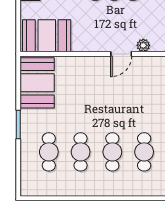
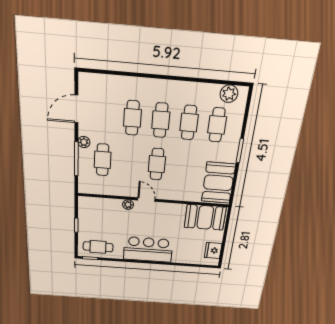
door: (121, 54) -> (146, 200), hinge flipped
cafe table: (112, 100) -> (157, 164), added
plant: (41, 187) -> (229, 94), added

